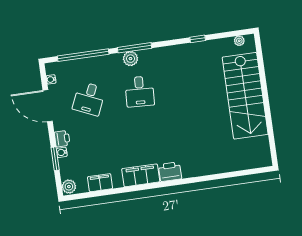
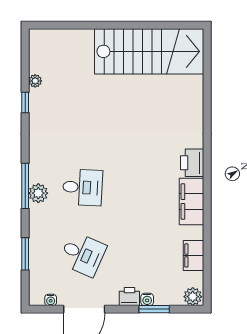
plant: (239, 41) -> (35, 81), moved
window: (83, 55) -> (25, 254), width x0.47
stairs: (245, 96) -> (149, 51), moved

